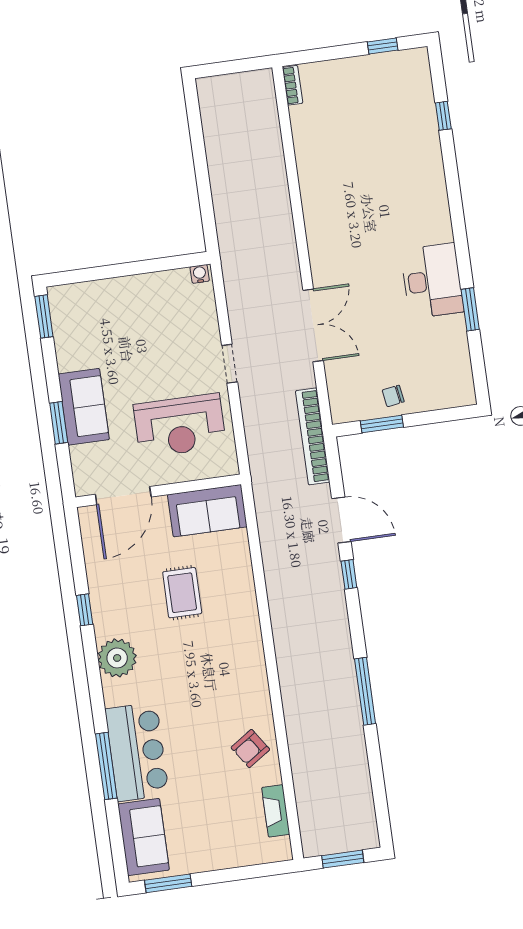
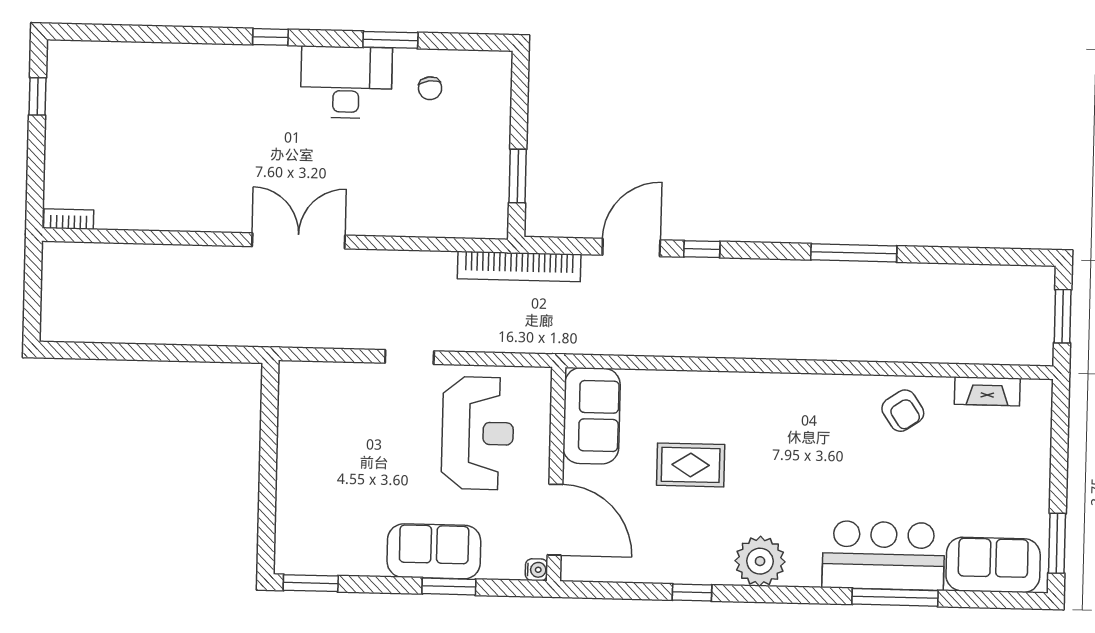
window: (443, 116) -> (270, 37), moved
water cooler: (200, 274) -> (536, 570), moved, turned 180
double door: (313, 325) -> (299, 241), moved
chair: (393, 396) -> (430, 88), moved

